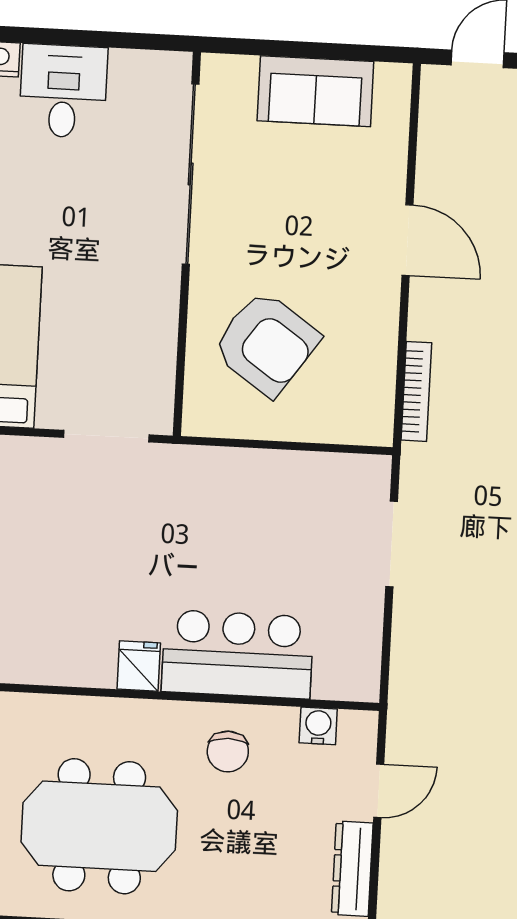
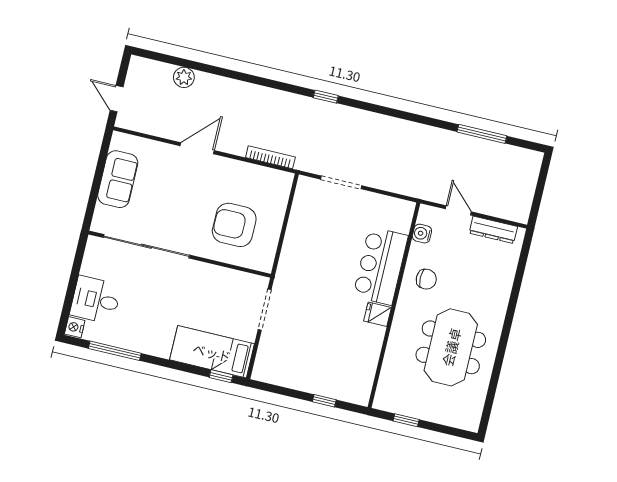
armchair: (266, 343) -> (234, 225), turned -125

